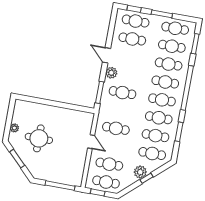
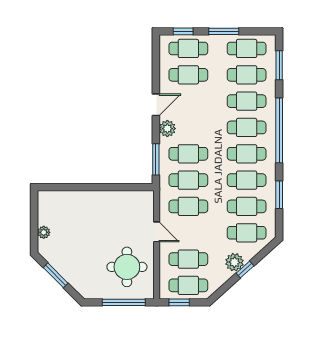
door: (106, 55) -> (156, 105), swing flipped
cafe table: (119, 110) -> (188, 180), added
round table: (39, 138) -> (127, 267), moved

